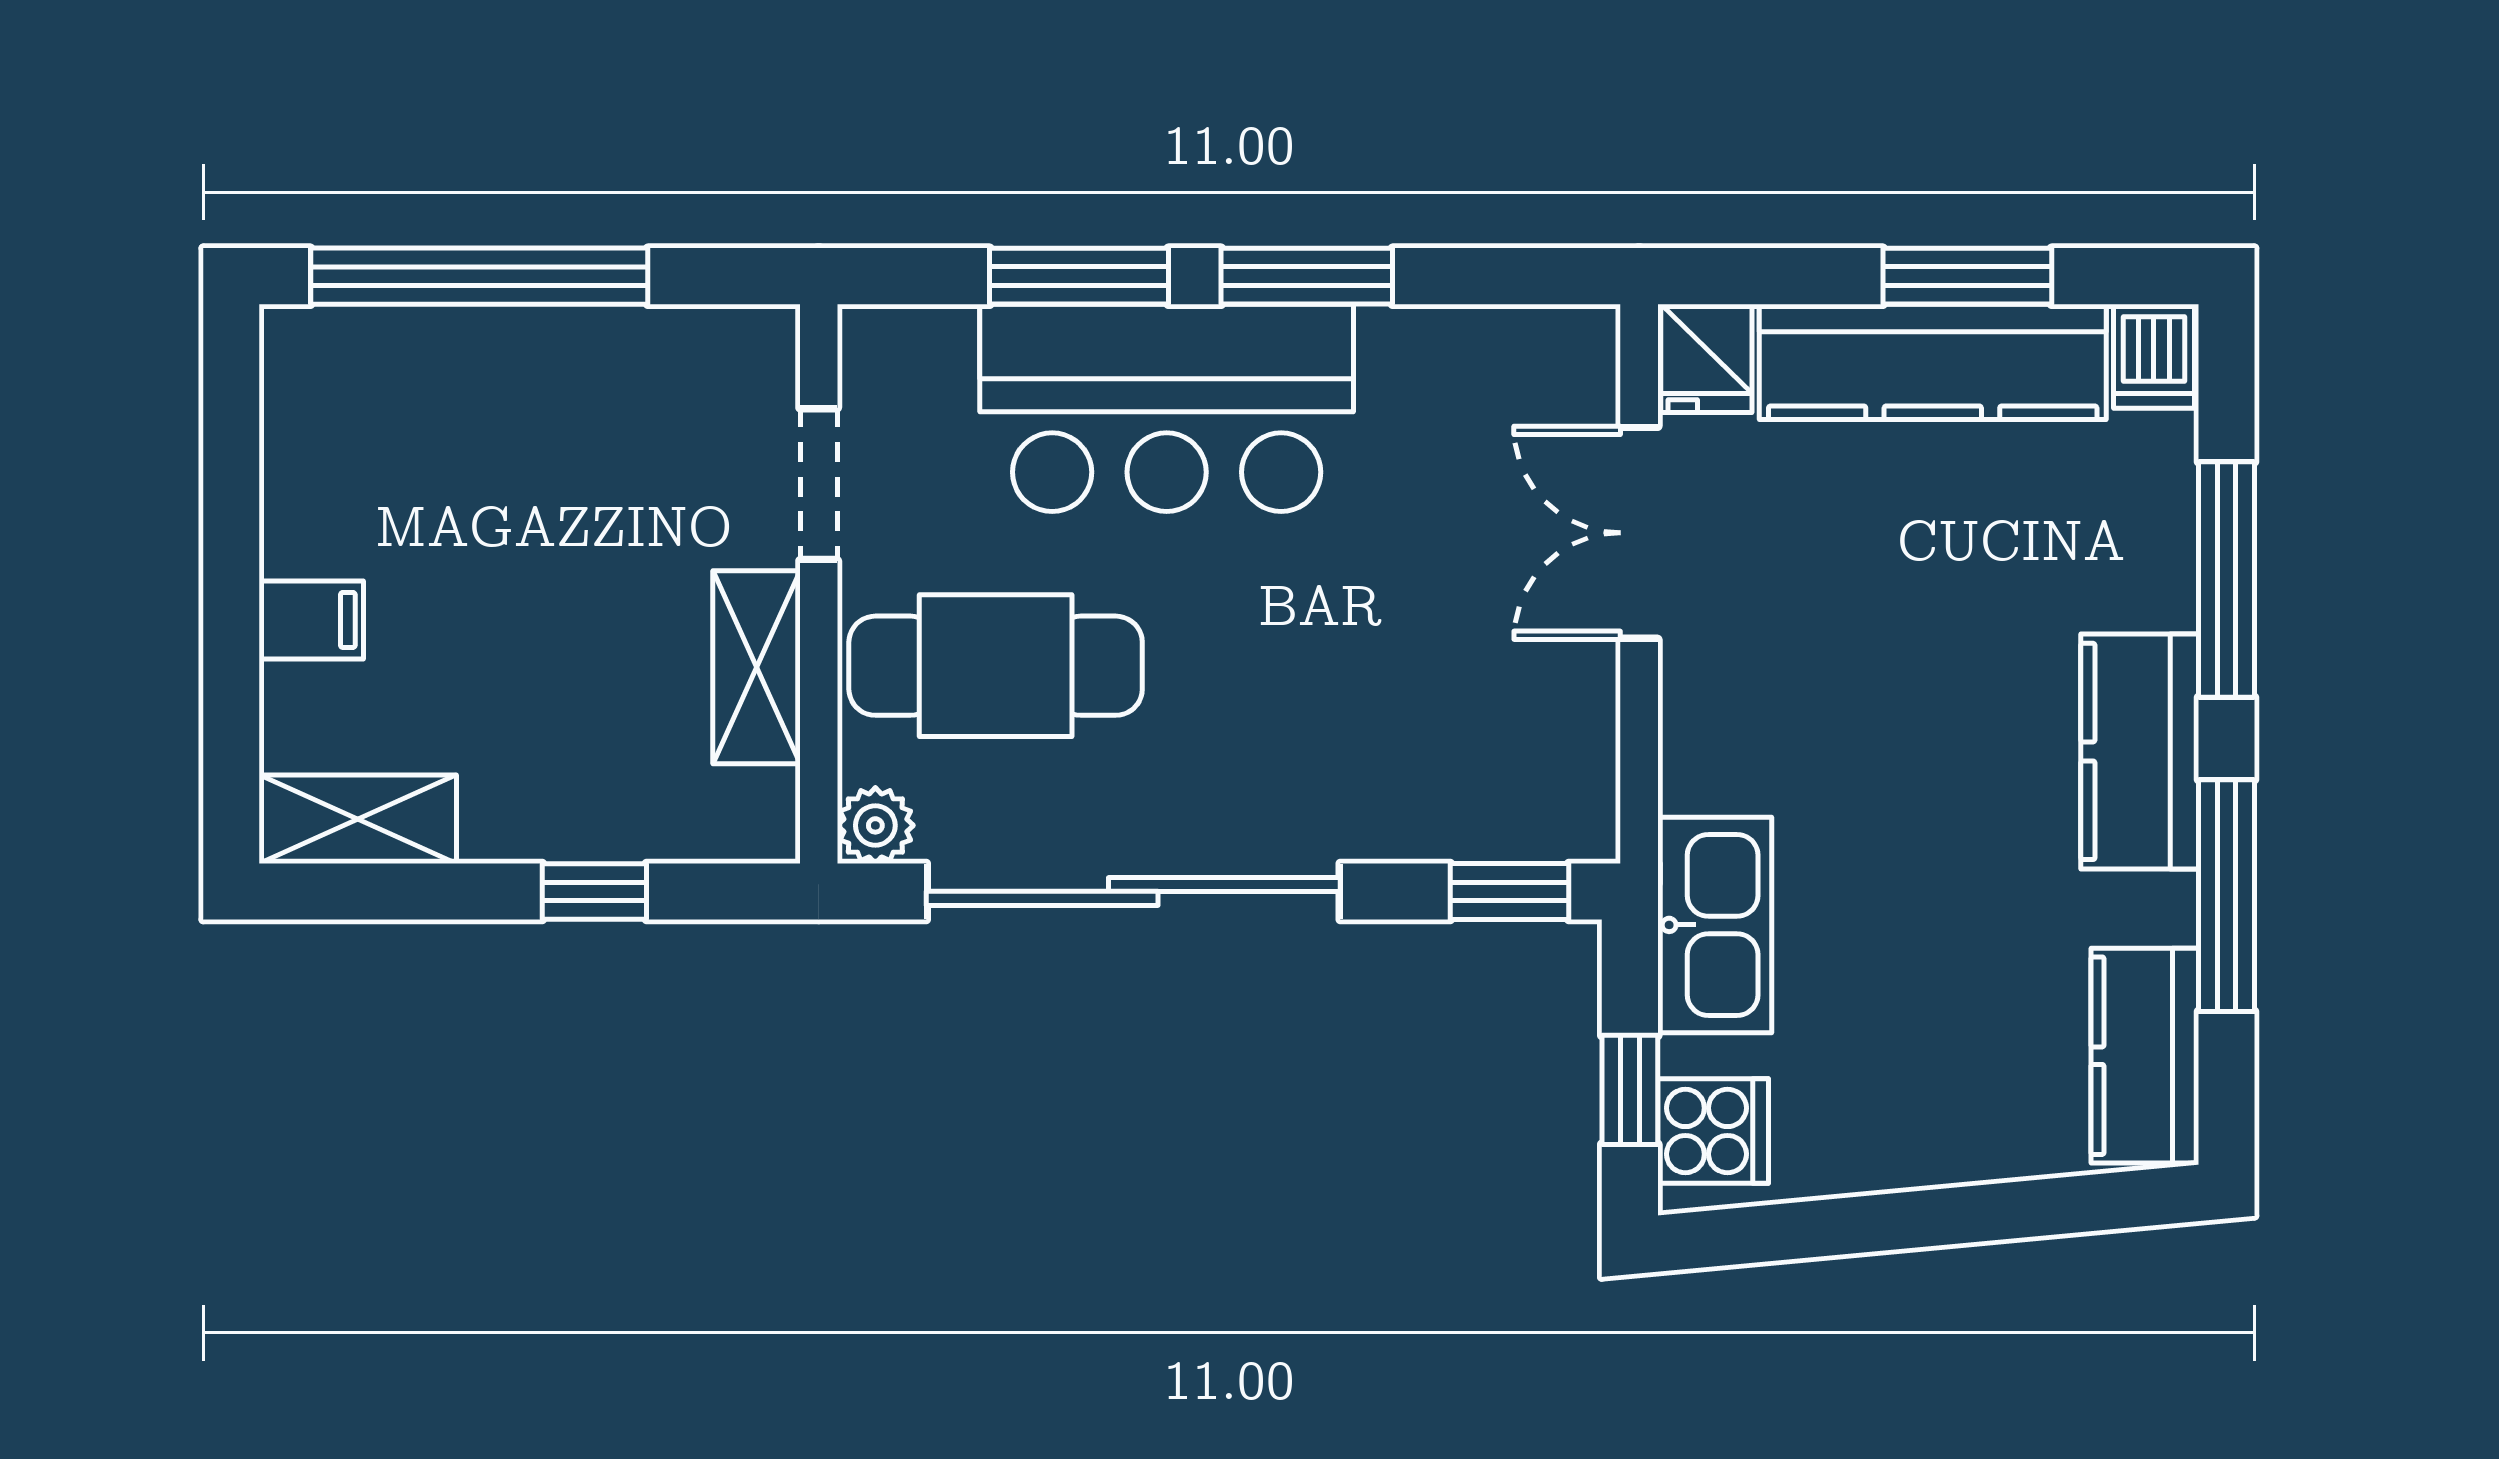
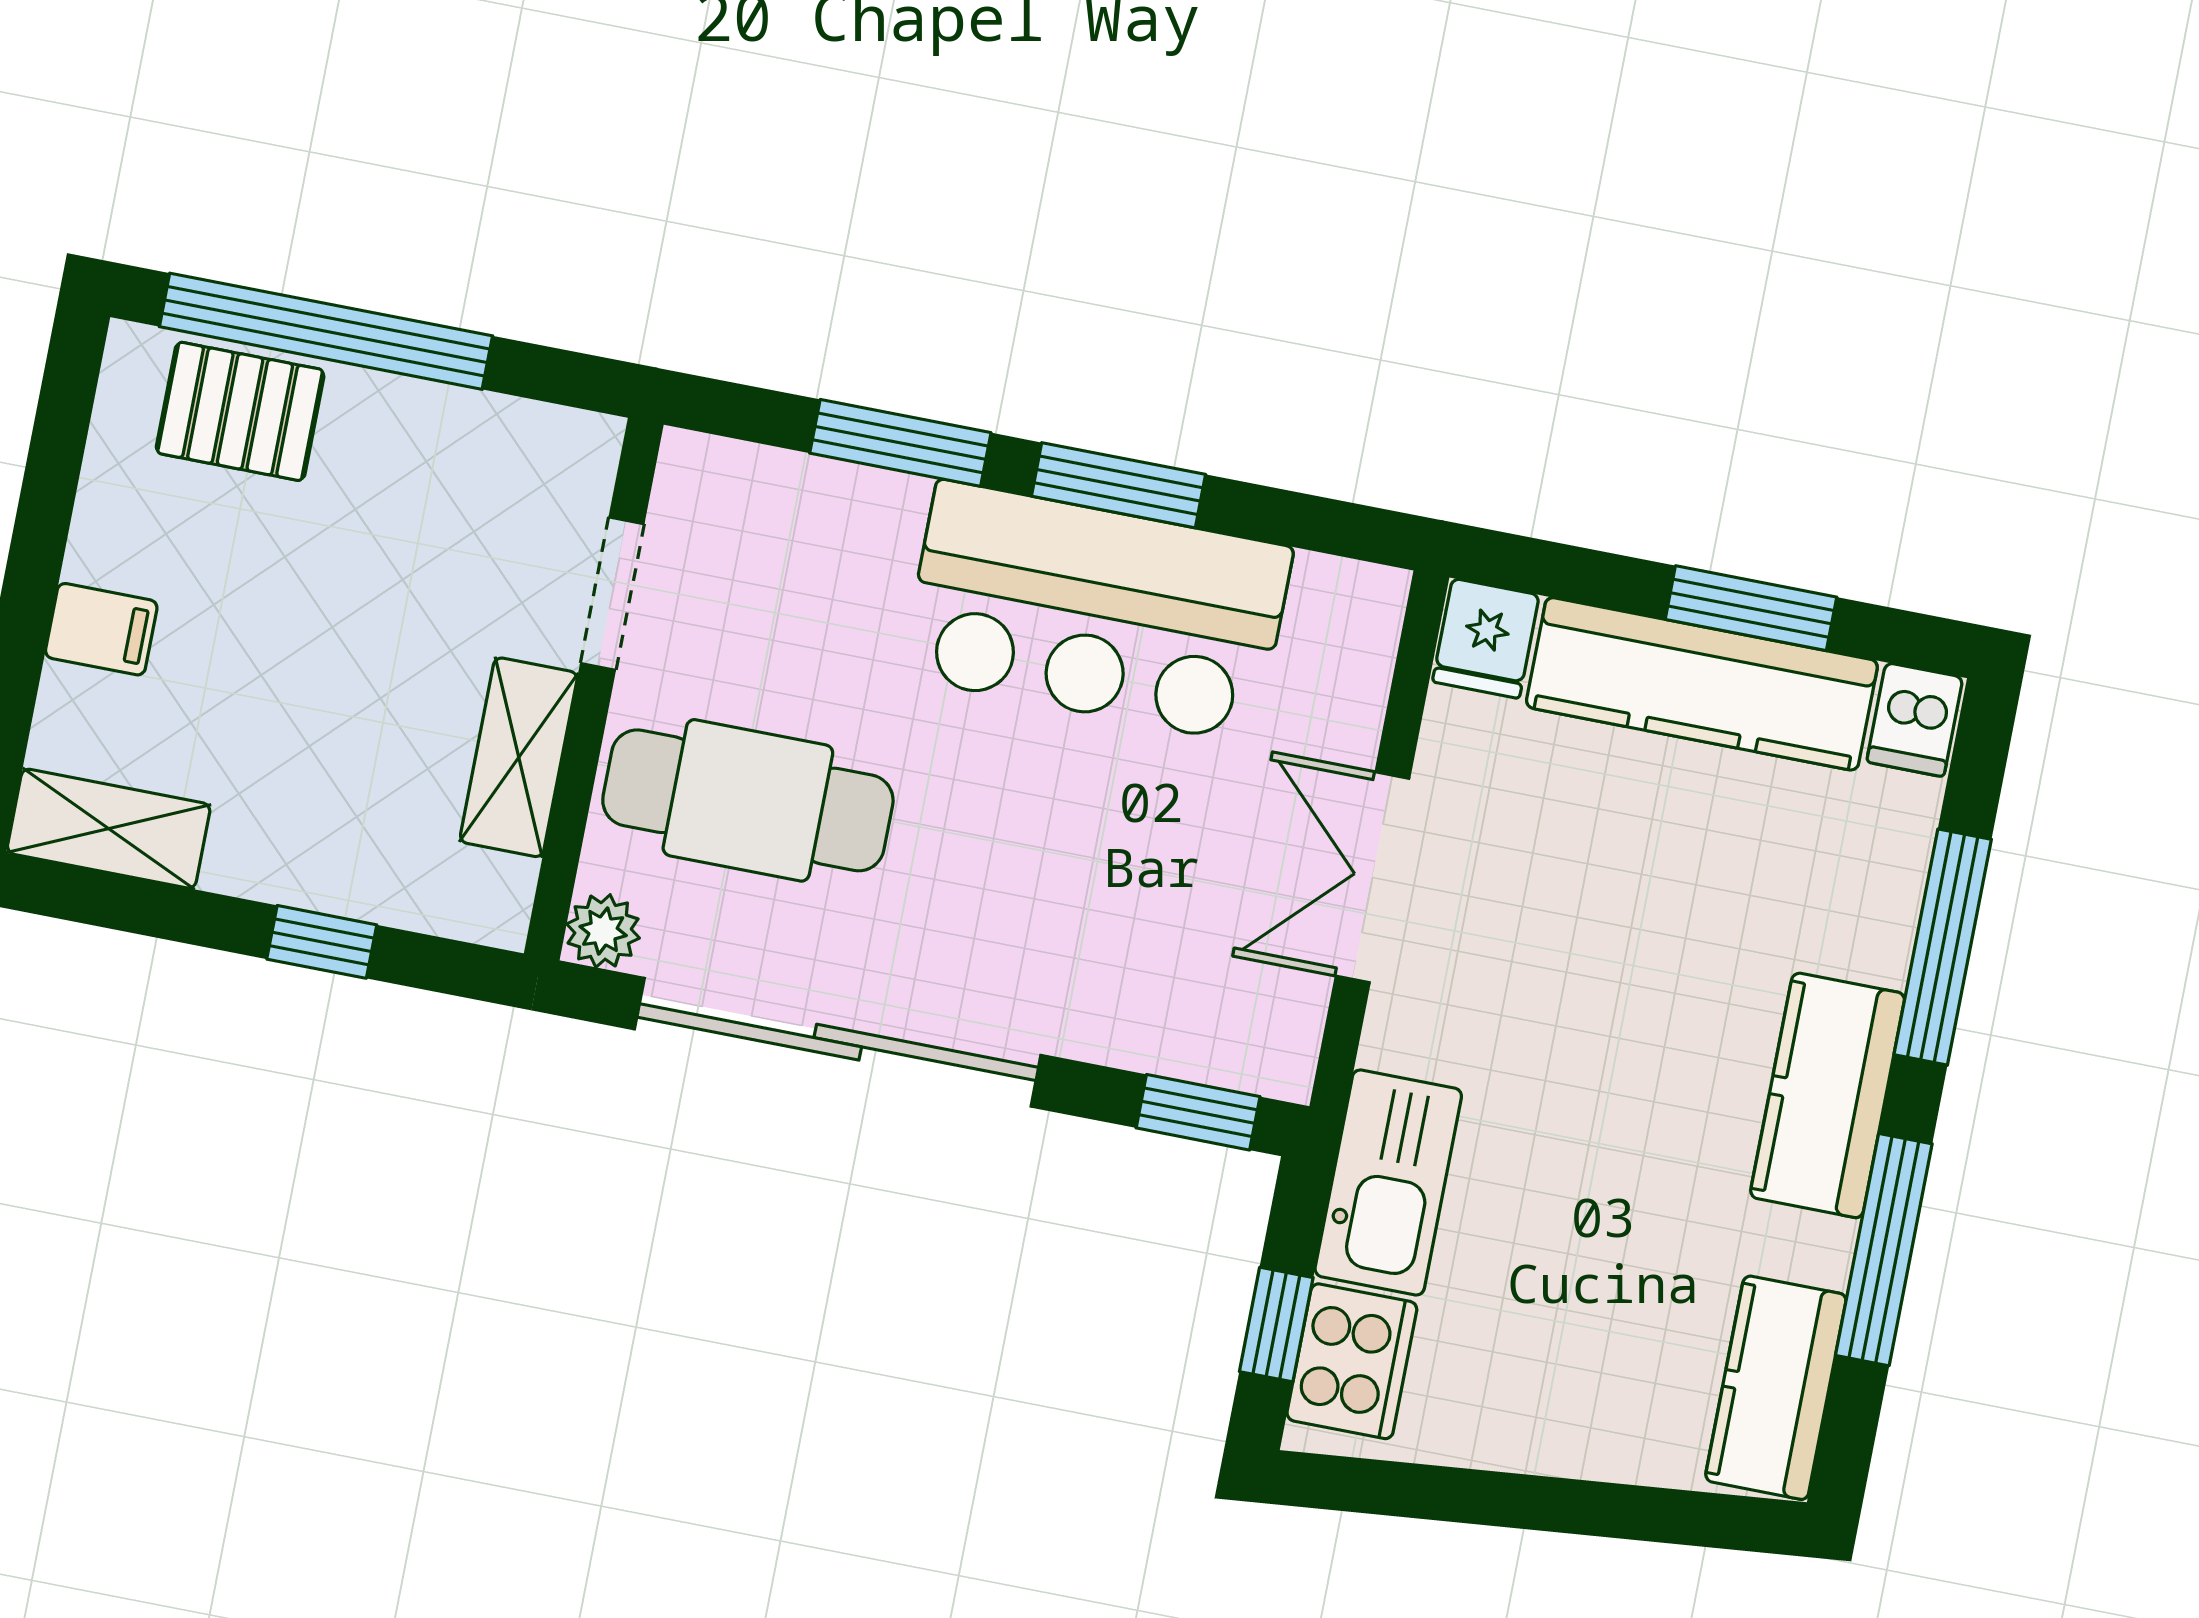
pallet: (408, 374) -> (240, 411), added
bar counter: (1167, 408) -> (1097, 612), moved
double door: (1639, 533) -> (1373, 877), moved
cooker: (1713, 1131) -> (1352, 1361), width x1.36

